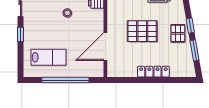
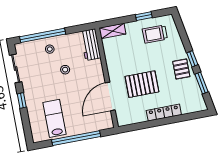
pallet: (142, 31) -> (142, 84), moved
lab bench: (48, 57) -> (55, 118), turned -90

